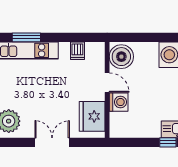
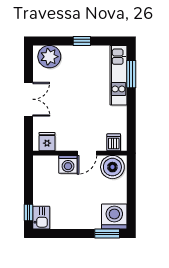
dishwasher: (77, 51) -> (114, 142), moved, turned 90
fridge: (92, 116) -> (47, 142), width x0.53, depth x0.75

